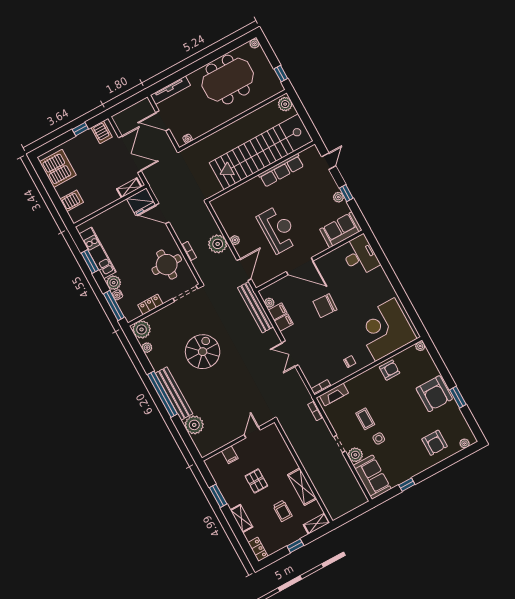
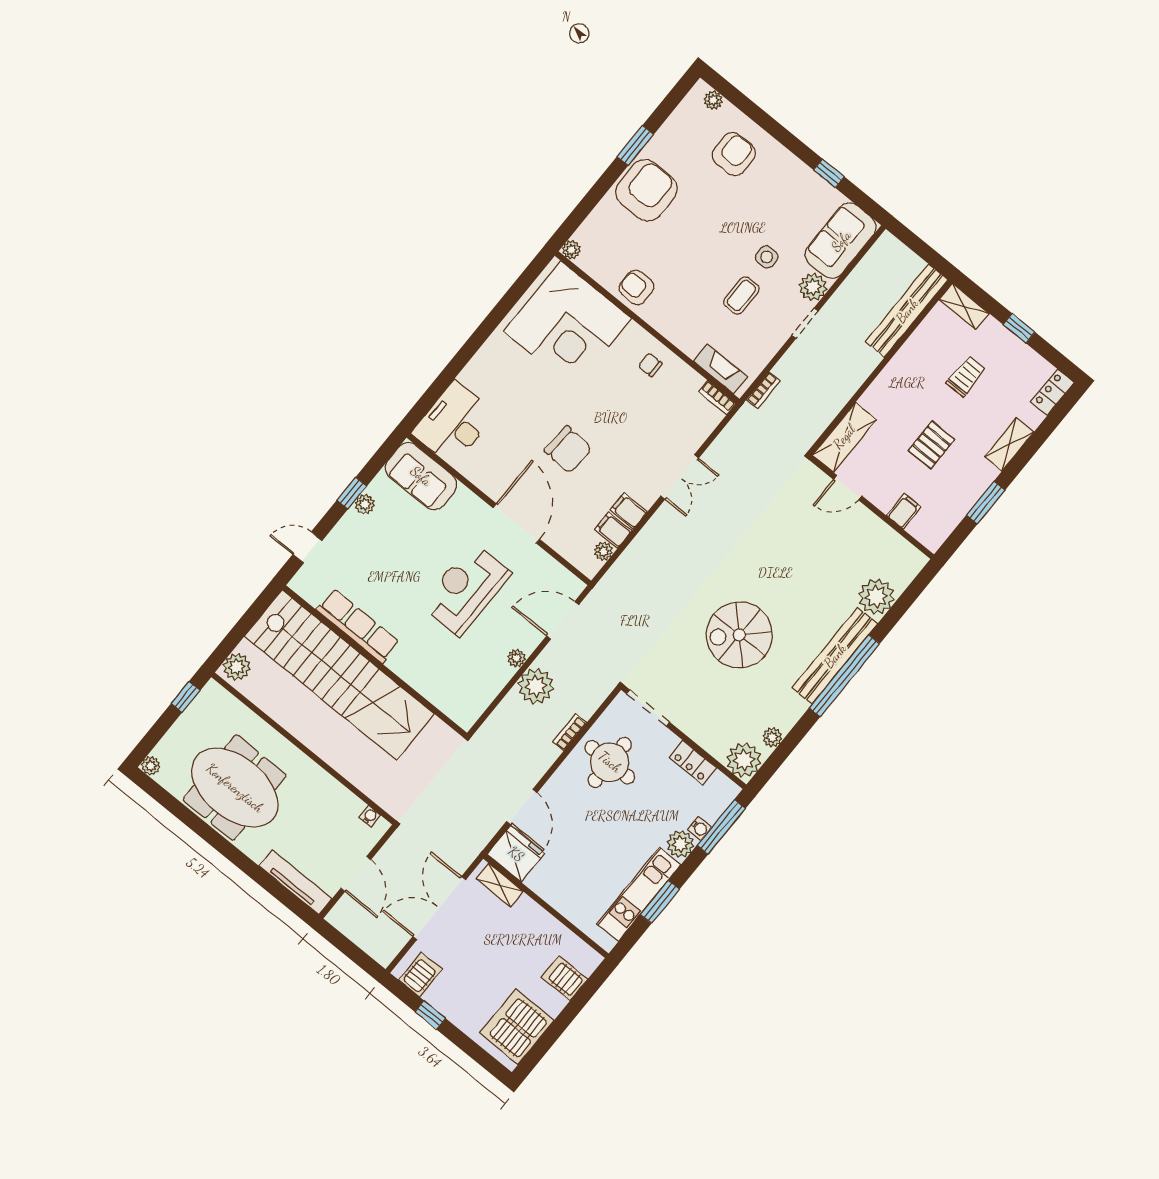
bench: (256, 307) -> (907, 311), moved
shelving: (302, 487) -> (844, 437), moved

